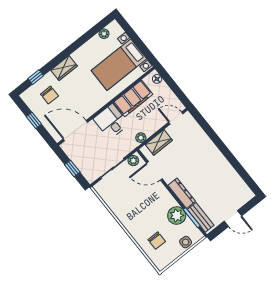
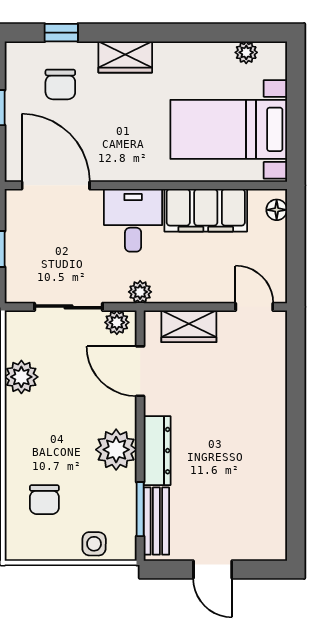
plant: (141, 138) -> (140, 292), moved
plant: (116, 205) -> (21, 377), added
plant: (177, 215) -> (116, 450), moved

